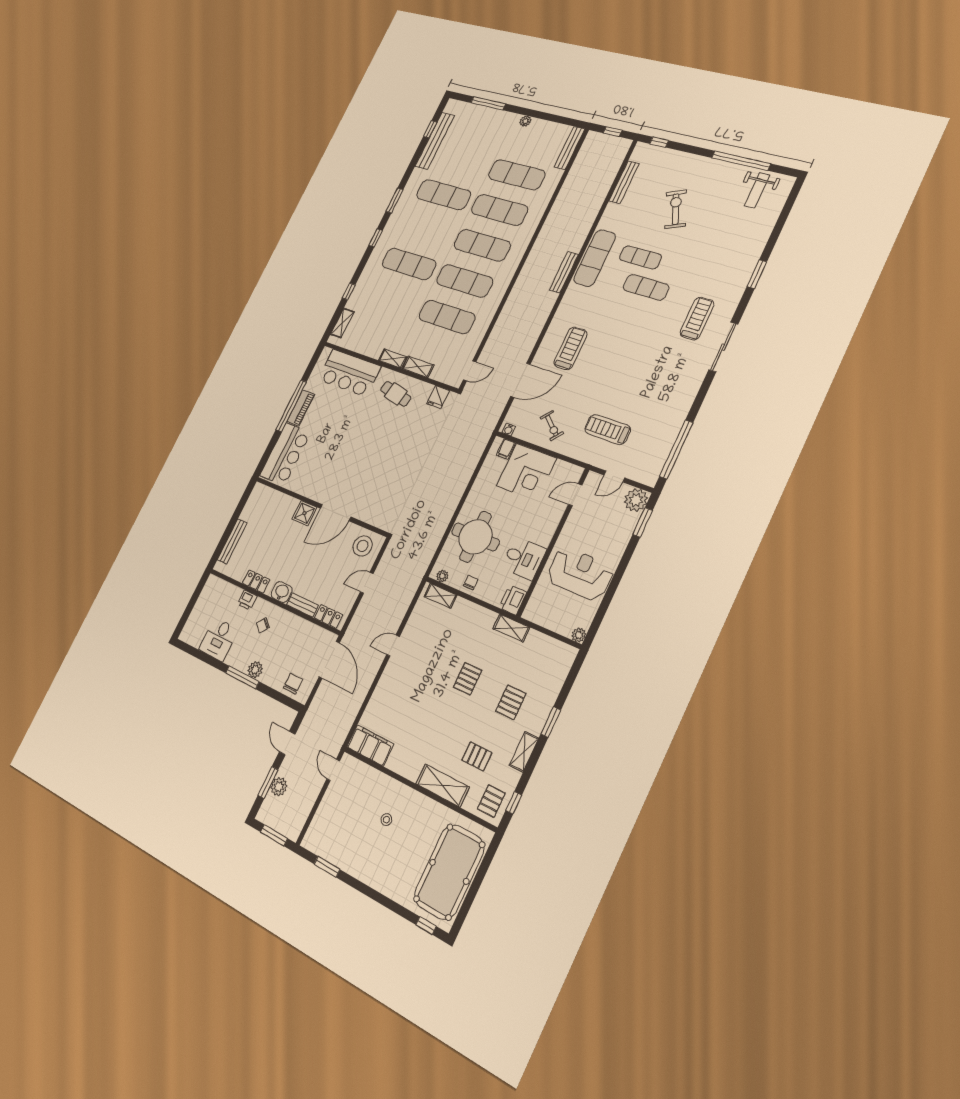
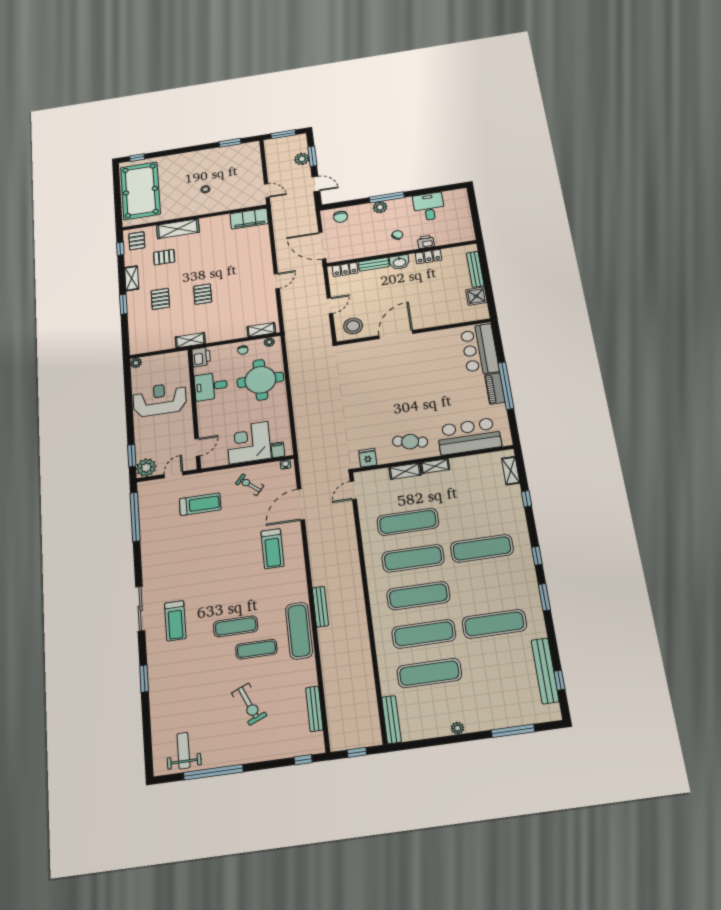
shower: (304, 513) -> (476, 296), moved
reception desk: (580, 574) -> (160, 400), turned 180

